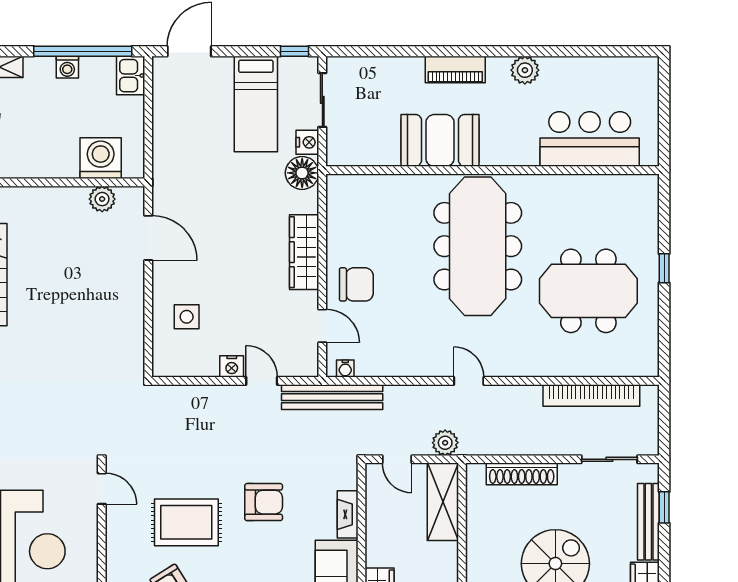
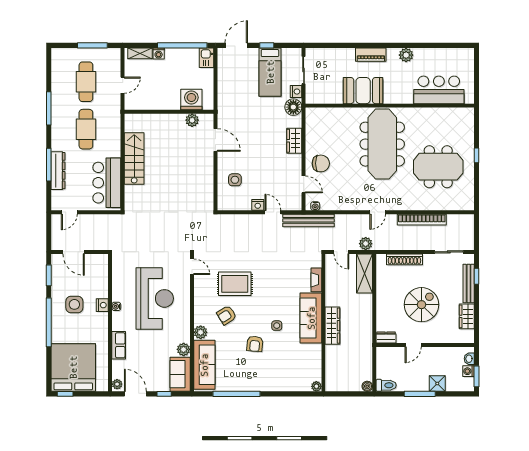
window: (295, 51) -> (267, 45), moved
washing machine: (67, 67) -> (159, 54), moved
wardrobe: (304, 252) -> (294, 141), width x0.67
door: (469, 381) -> (378, 212), swing flipped
bookcase: (591, 396) -> (422, 220), moved
armchair: (264, 502) -> (274, 274), removed

